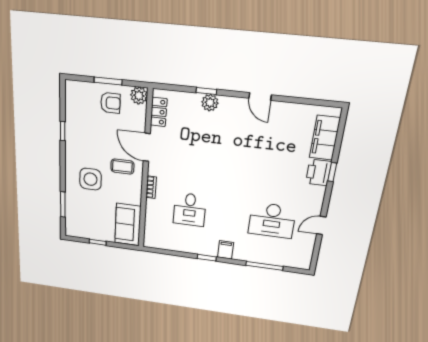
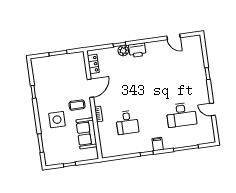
plant: (139, 96) -> (79, 57), removed
door: (260, 96) -> (173, 37), moved
armchair: (110, 103) -> (62, 66), removed
filing cabinet: (325, 138) -> (196, 54), removed
door: (147, 147) -> (90, 88), swing flipped
printer: (318, 172) -> (137, 50), moved, turned -90
sofa: (128, 225) -> (87, 133), moved
door: (321, 225) -> (213, 109), hinge flipped

